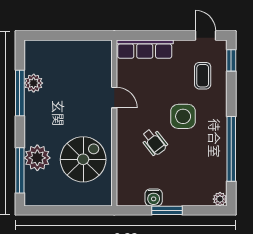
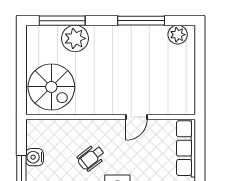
plant: (34, 83) -> (178, 35), moved
spiral stairs: (83, 159) -> (51, 87), moved

